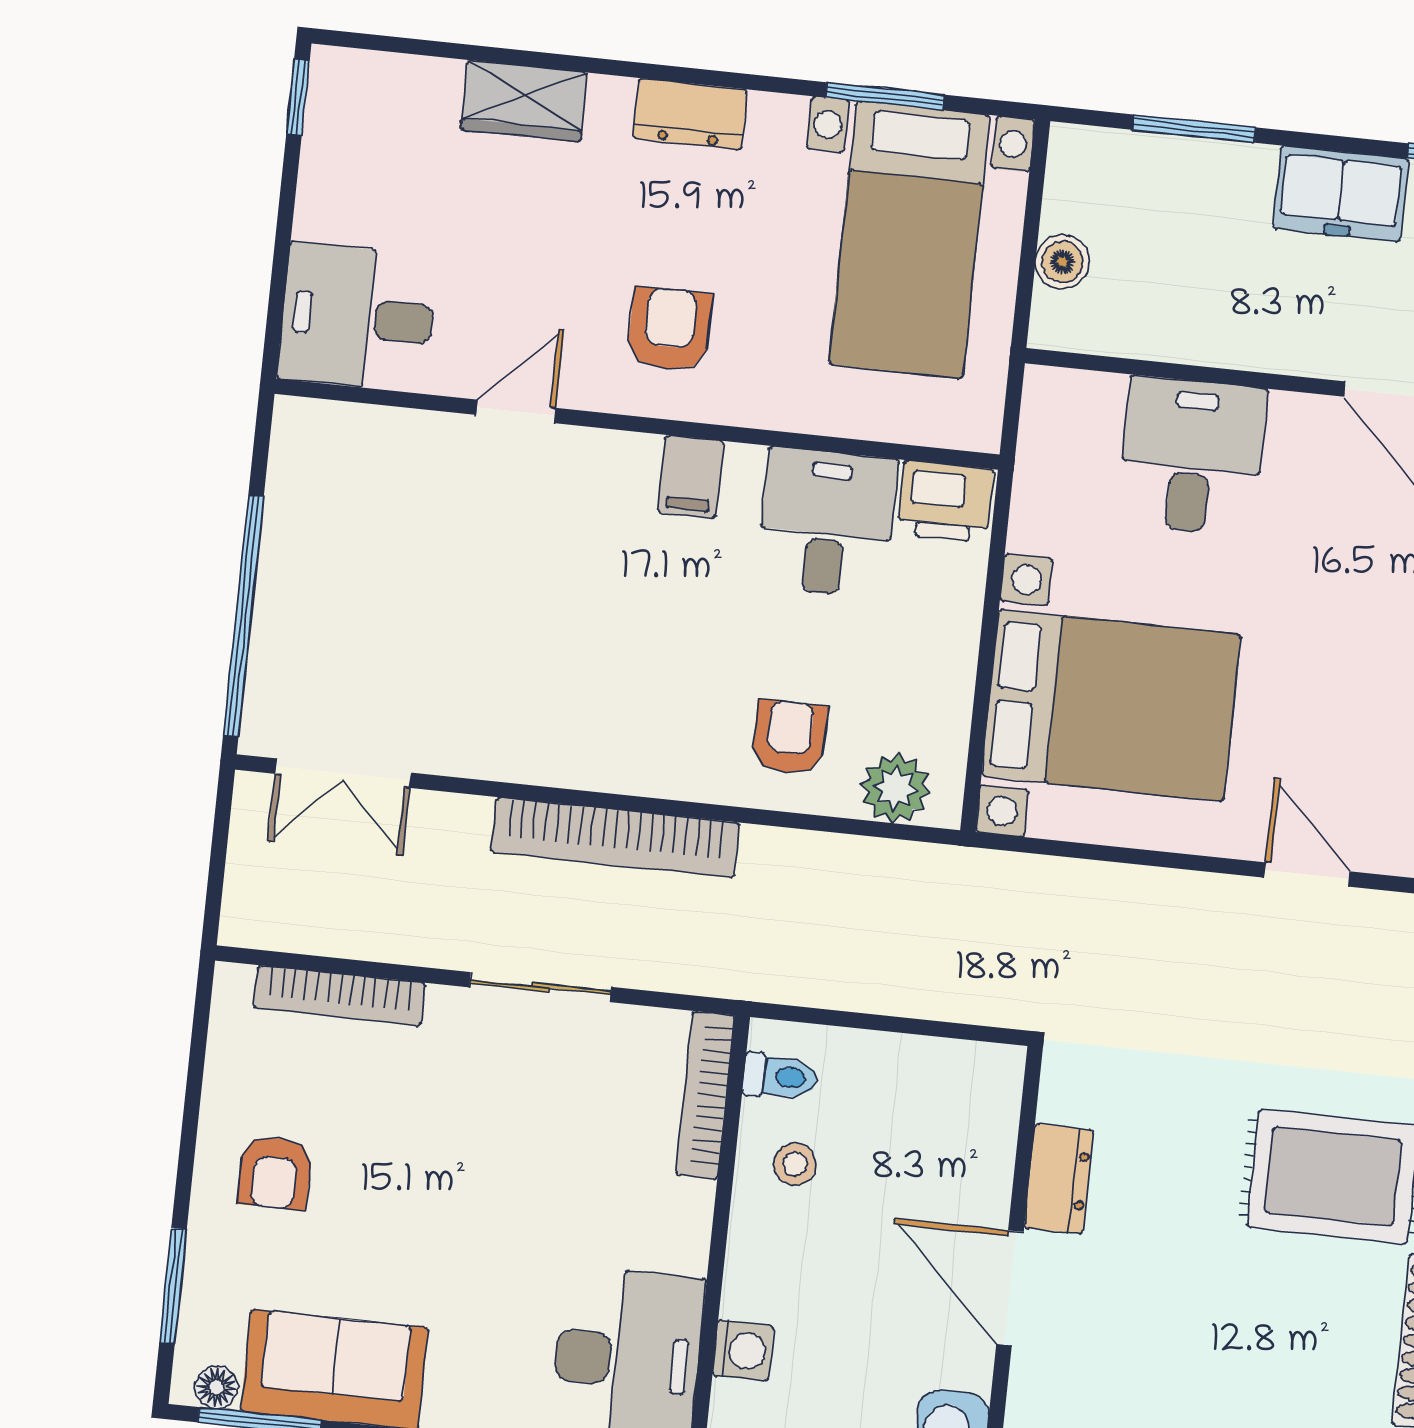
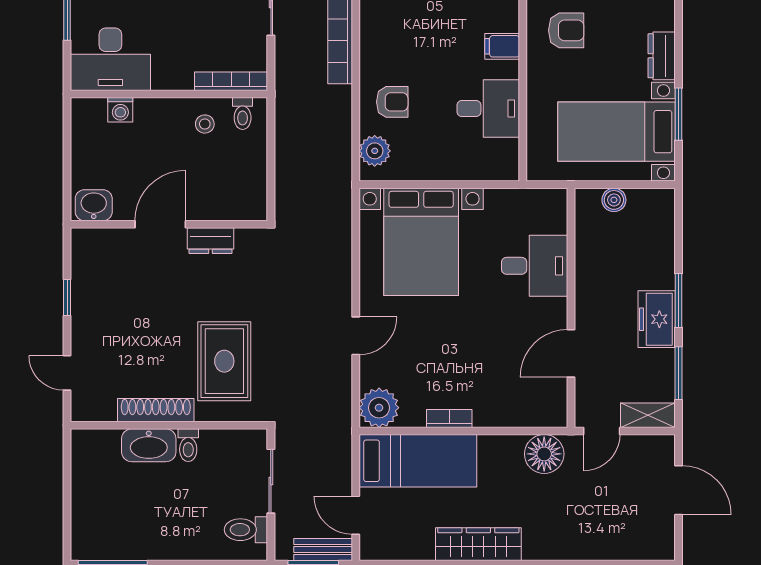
dresser: (690, 114) -> (662, 56), moved
window: (1194, 129) -> (679, 300), moved
printer: (945, 502) -> (503, 160), removed

